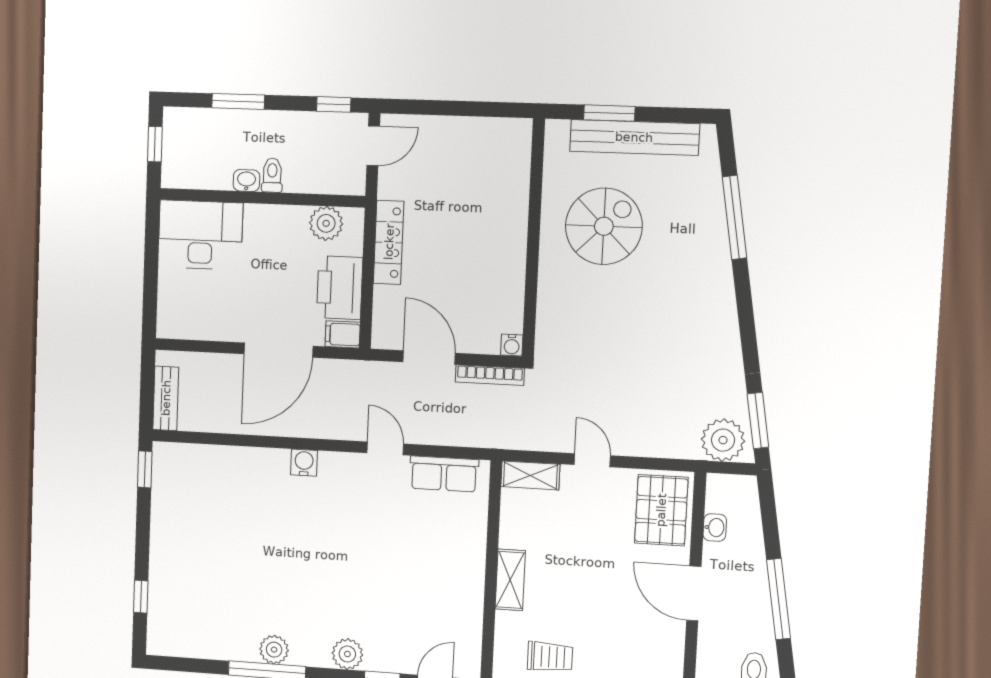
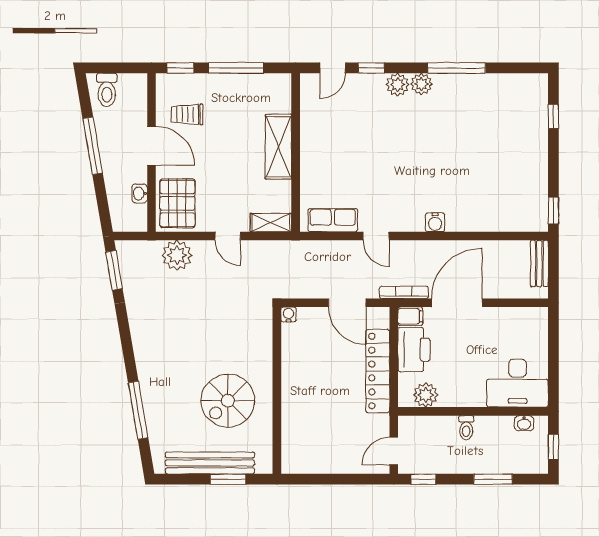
washbasin: (246, 181) -> (524, 423), moved
locker: (389, 242) -> (378, 371), width x1.41, depth x1.21
bookcase: (490, 375) -> (404, 292), moved
plant: (723, 440) -> (177, 255), moved
shelving: (510, 580) -> (278, 147), width x1.50, depth x1.33
plant: (274, 650) -> (421, 84), moved
trolley: (550, 657) -> (187, 114), moved

